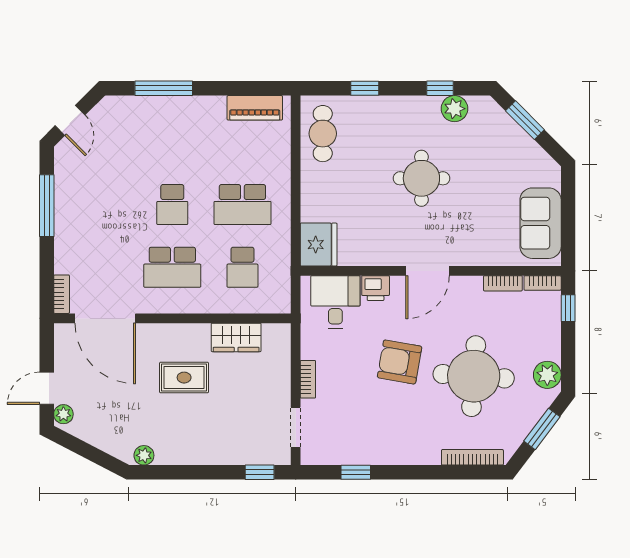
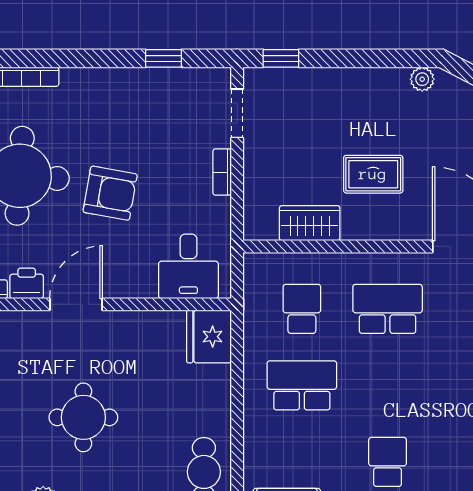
school desk: (172, 204) -> (388, 462), moved
printer: (376, 288) -> (27, 283), moved

